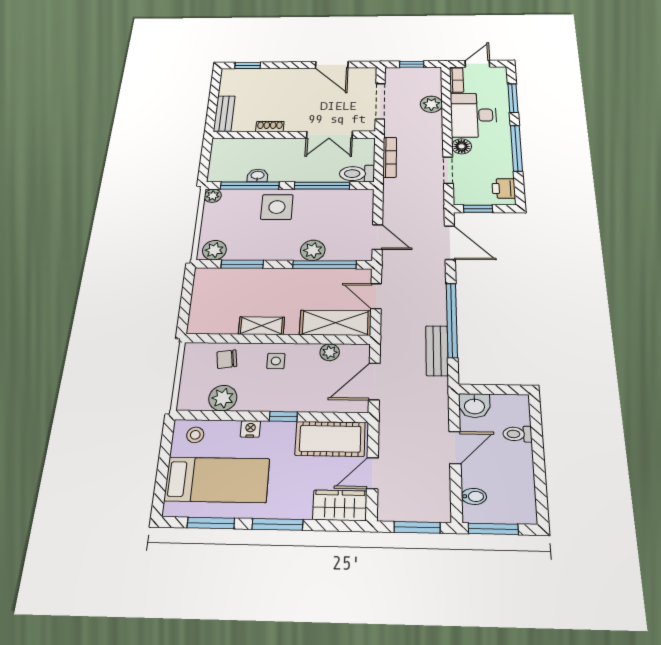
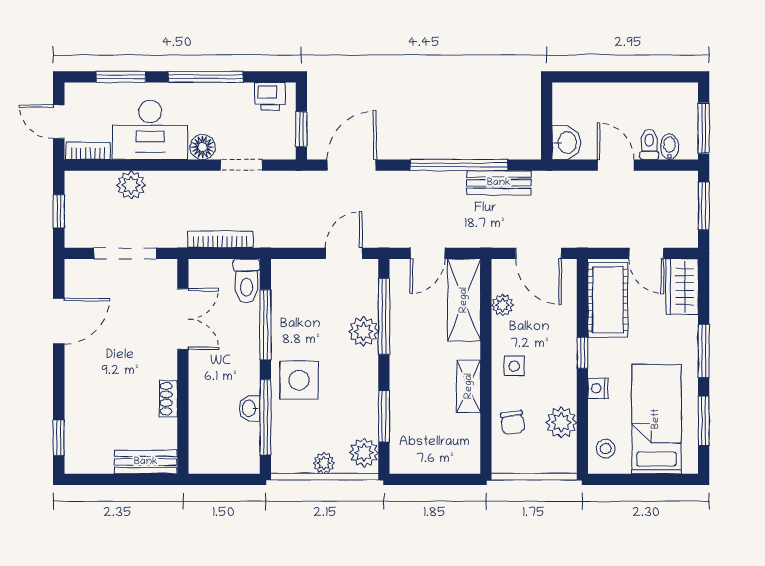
plant: (213, 196) -> (324, 463), moved
toilet: (517, 434) -> (649, 144), moved, turned 180

